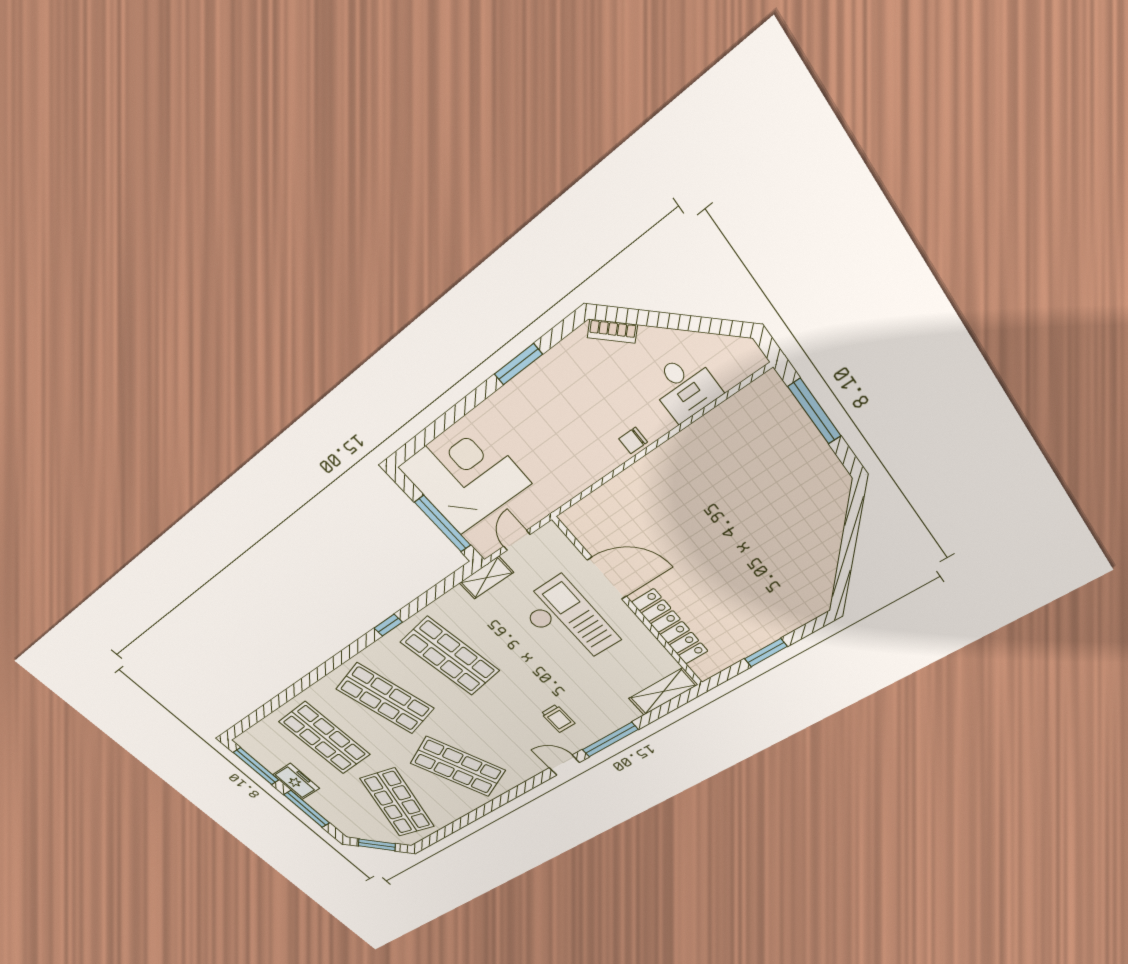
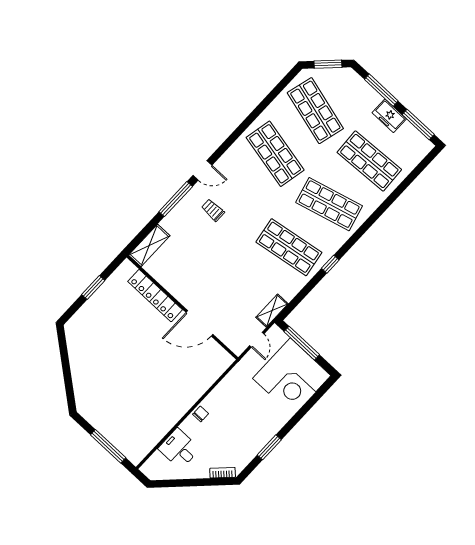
checkout: (568, 622) -> (218, 288), removed
shop shelf: (458, 767) -> (275, 154), turned 36

